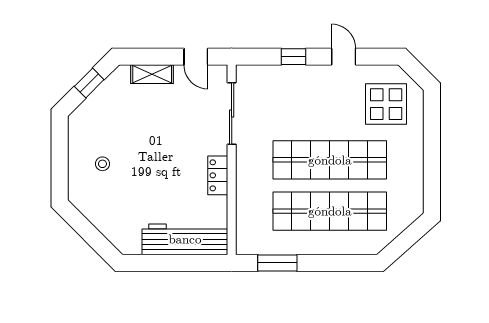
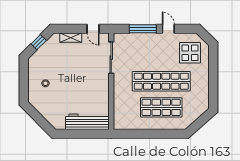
window: (293, 57) -> (143, 29), width x2.17
locker: (218, 175) -> (104, 89), removed
shop shelf: (330, 211) -> (161, 107), width x0.71
window: (277, 263) -> (135, 134), removed

